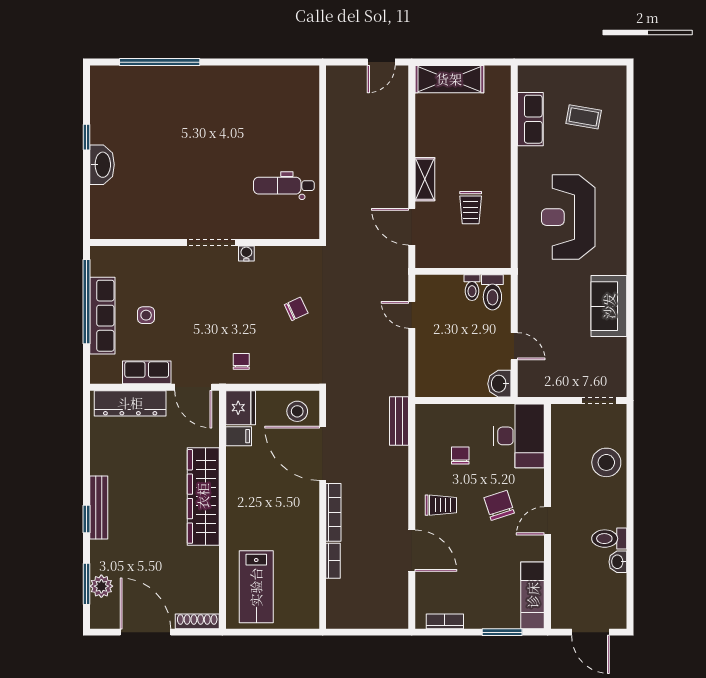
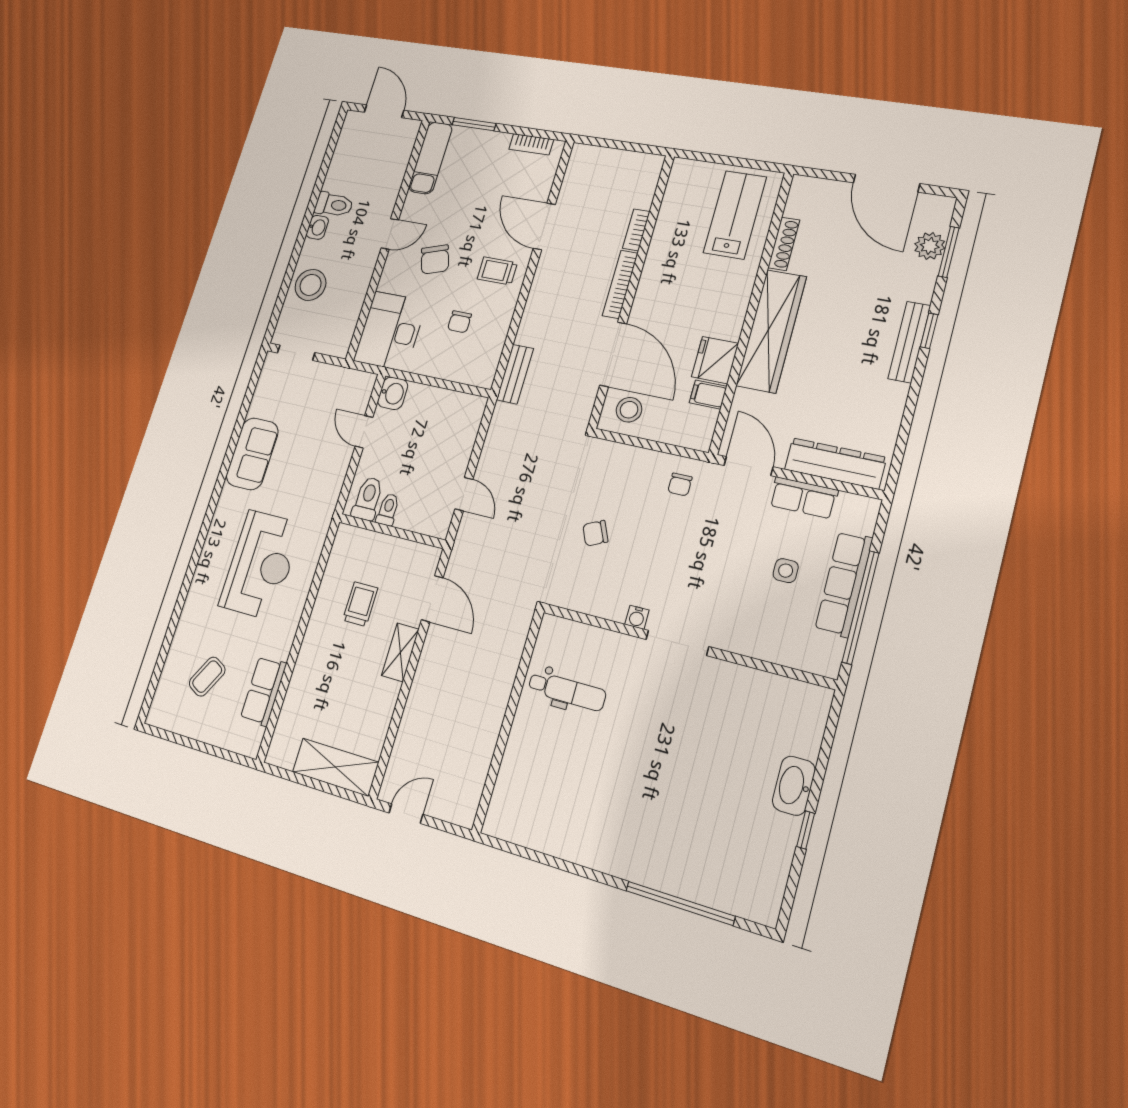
coffee table: (584, 117) -> (207, 677), turned -72
fridge: (241, 408) -> (715, 360), moved
washbasin: (618, 562) -> (317, 227), moved
shoe rack: (197, 621) -> (784, 244), moved, turned -90

